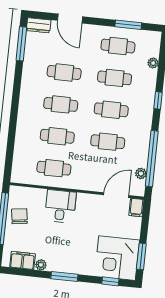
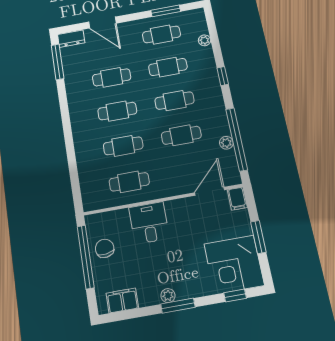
plant: (141, 173) -> (226, 143), moved
window: (141, 256) -> (258, 237), moved
plant: (41, 265) -> (168, 296), moved

